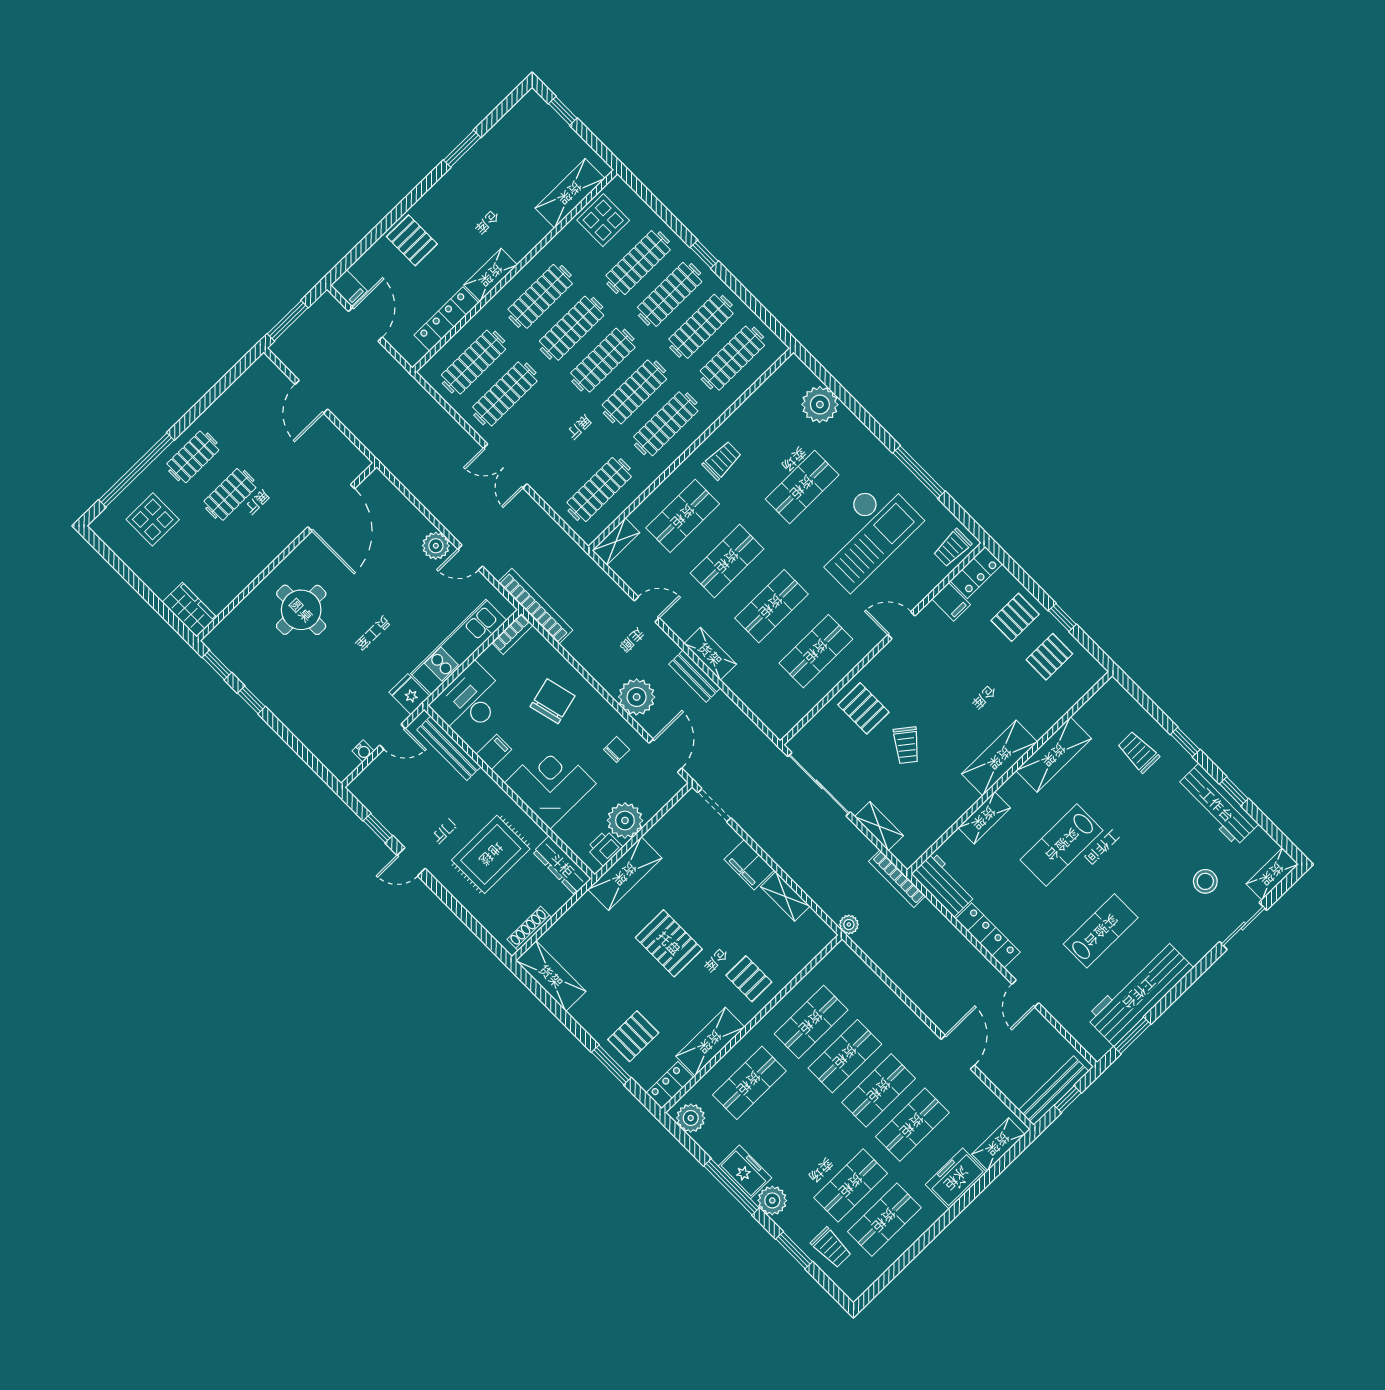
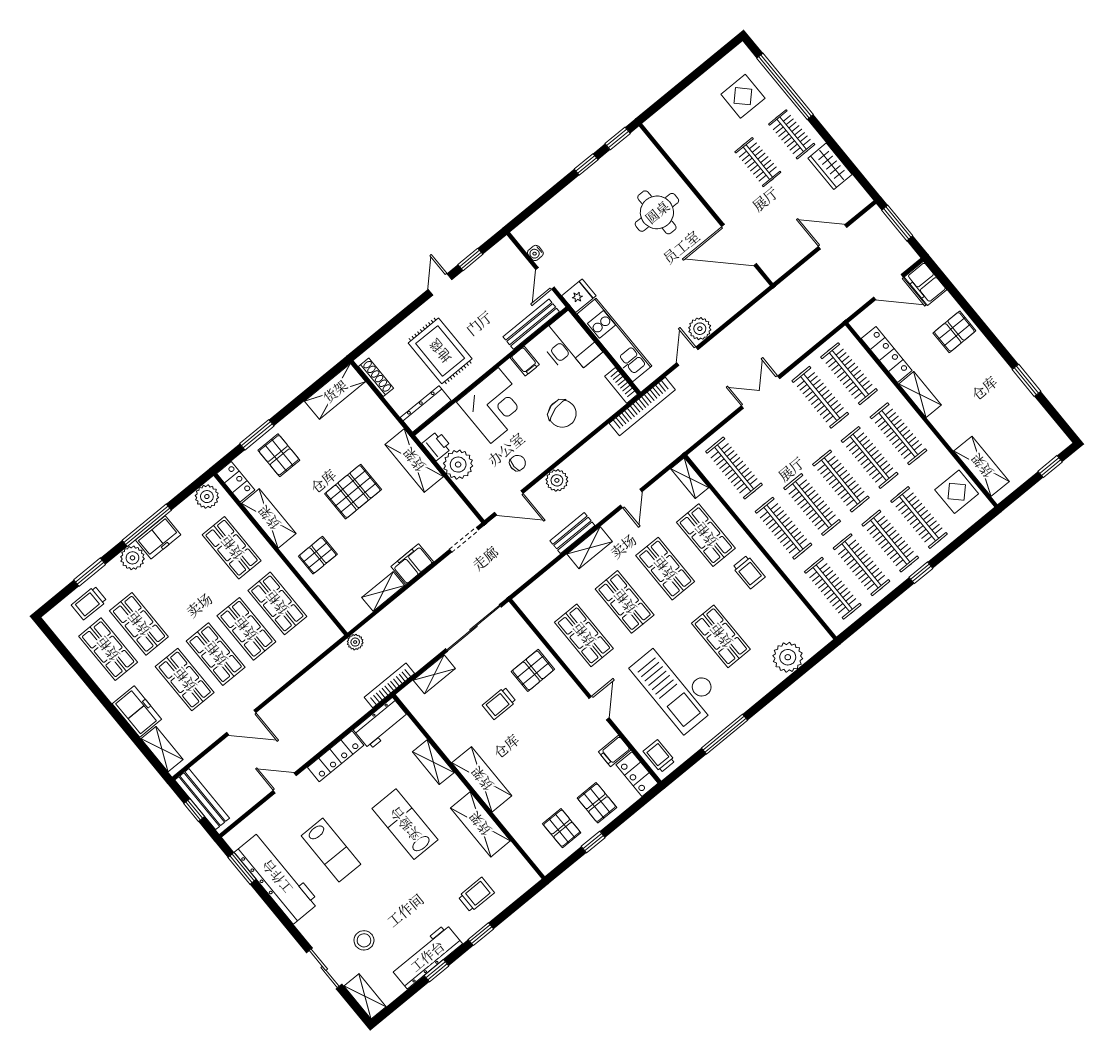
filing cabinet: (349, 288) -> (925, 283), width x2.00
wardrobe: (189, 610) -> (830, 166), moved, turned 90
plant: (637, 697) -> (557, 480), width x0.73, depth x0.73
trolley: (906, 745) -> (499, 703), turned -38
chair: (617, 749) -> (518, 463), turned -90

